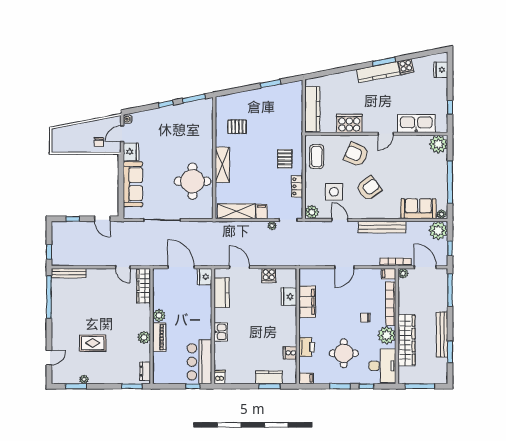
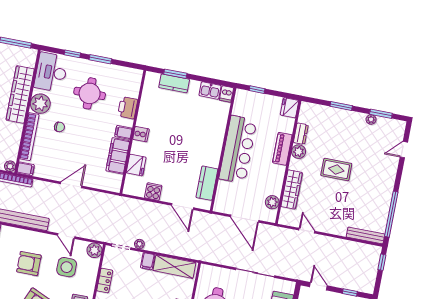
armchair: (369, 188) -> (29, 264), turned 36
fridge: (205, 277) -> (290, 108), moved, turned 180
wardrobe: (144, 286) -> (292, 189), moved
plant: (159, 315) -> (272, 202), moved
kitchen sink: (221, 332) -> (210, 90), moved, turned -90
rug: (93, 343) -> (336, 170), moved
cooker: (290, 353) -> (141, 134), moved
bar counter: (199, 362) -> (238, 149), moved, width x1.36
dresser: (145, 371) -> (301, 134), moved
filing cabinet: (306, 378) -> (123, 132), moved
window: (132, 386) -> (341, 106), moved

